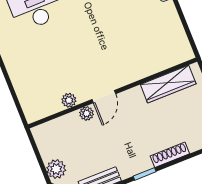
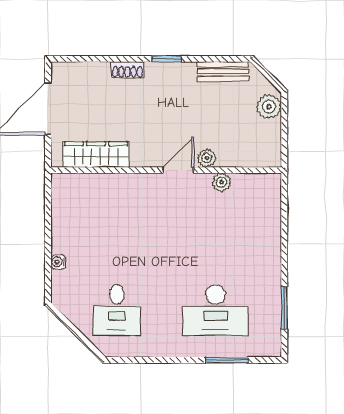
shoe rack: (170, 155) -> (127, 70), width x0.70

